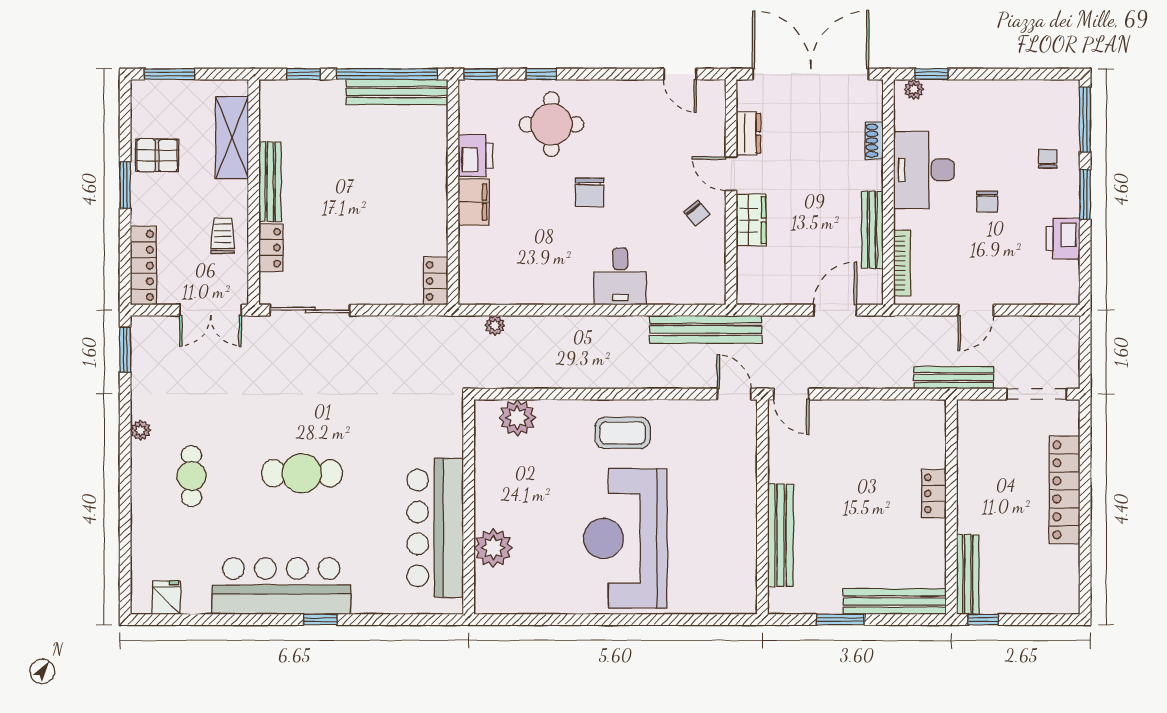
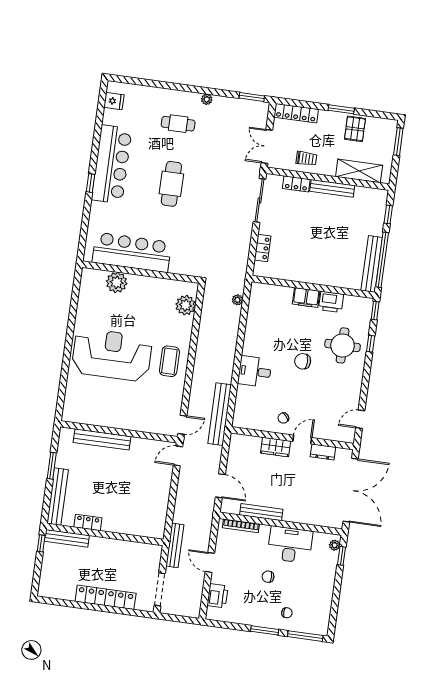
shoe rack: (874, 141) -> (310, 520), removed
printer: (1063, 238) -> (218, 596), moved, turned 90
locker: (436, 281) -> (263, 248), moved, turned 90
locker: (934, 494) -> (88, 522), moved

